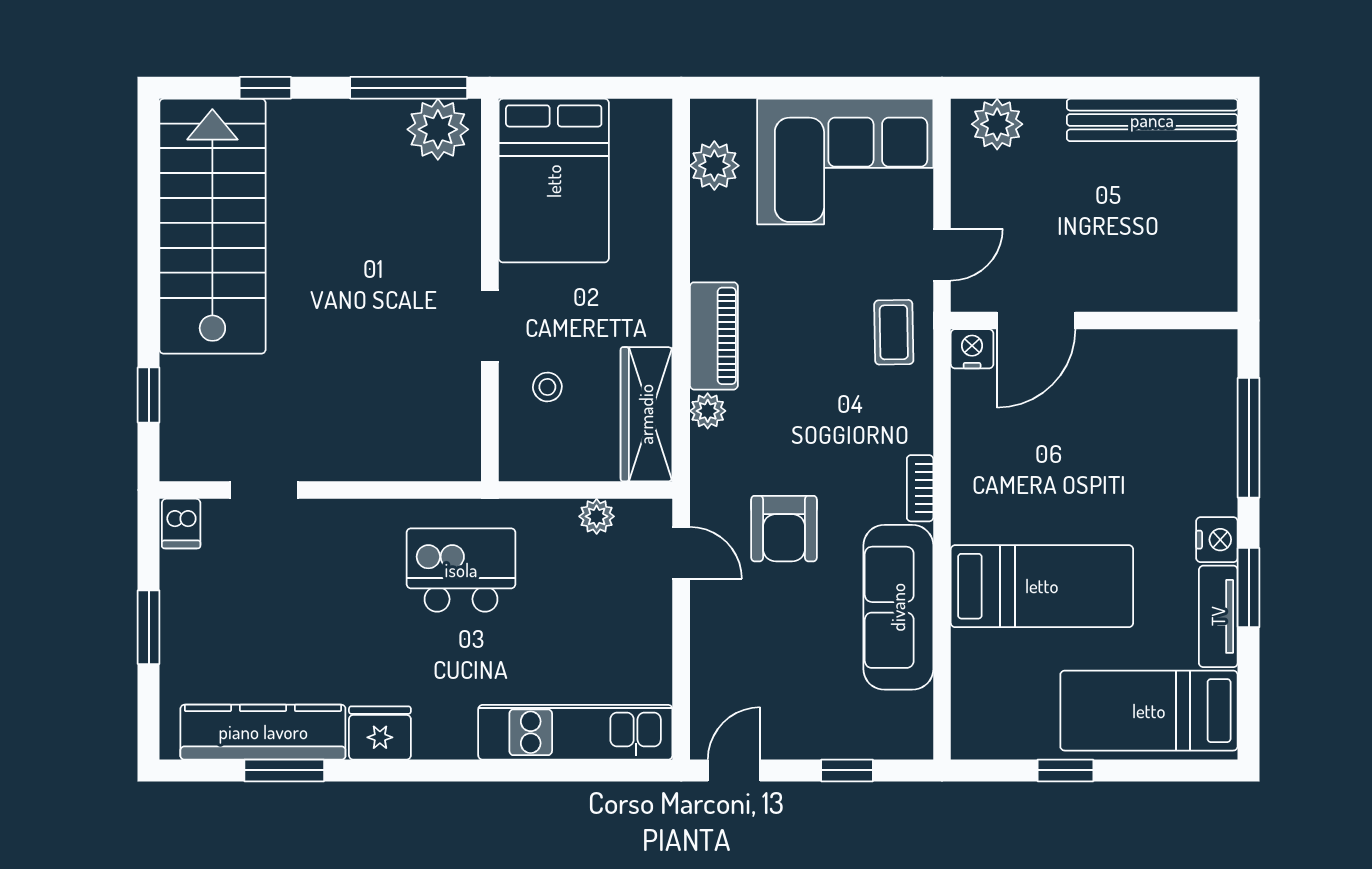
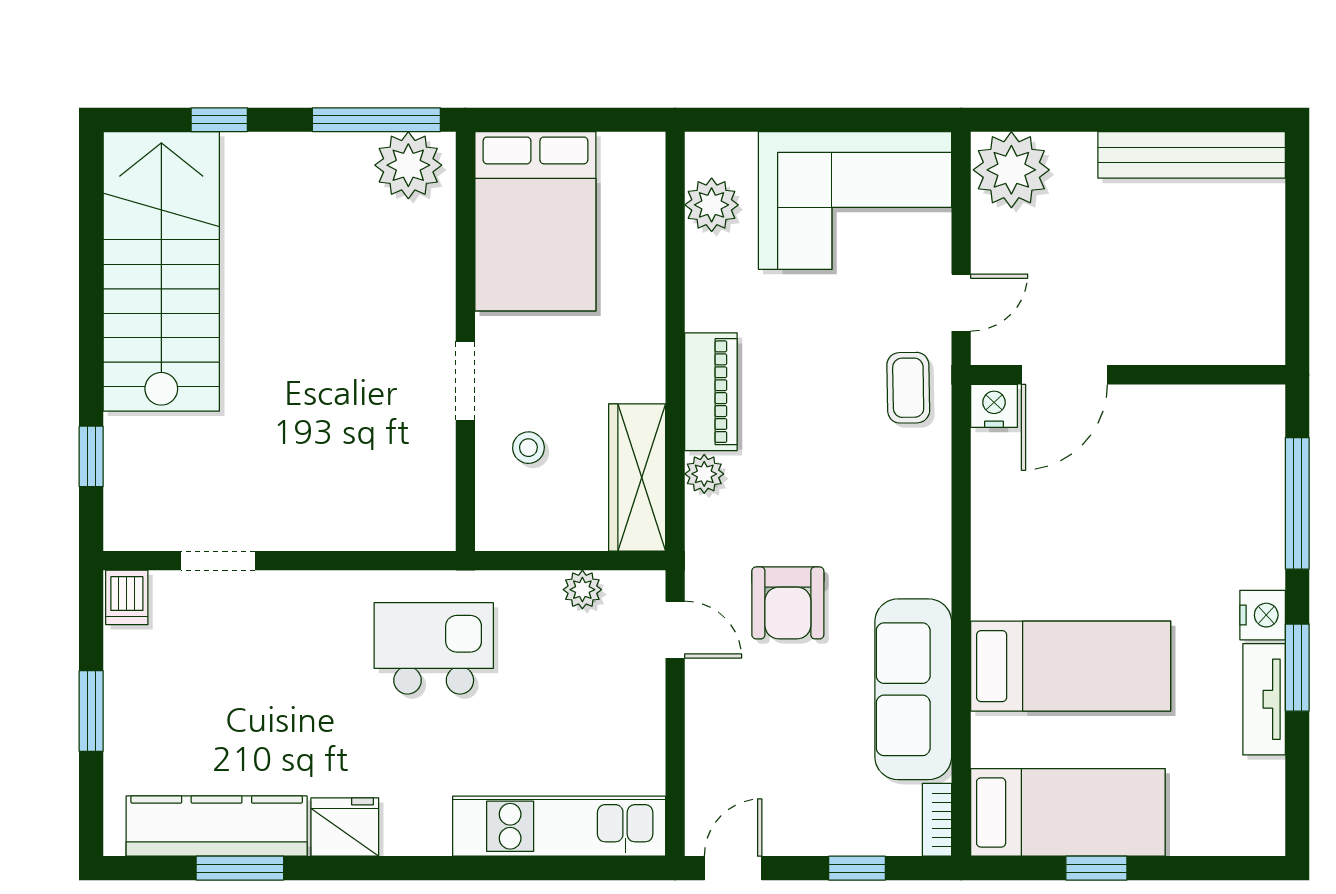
plant: (997, 124) -> (1011, 170), width x1.36, depth x1.36
bookcase: (920, 488) -> (937, 820), moved
bed: (1149, 711) -> (1068, 812), moved, turned 180

